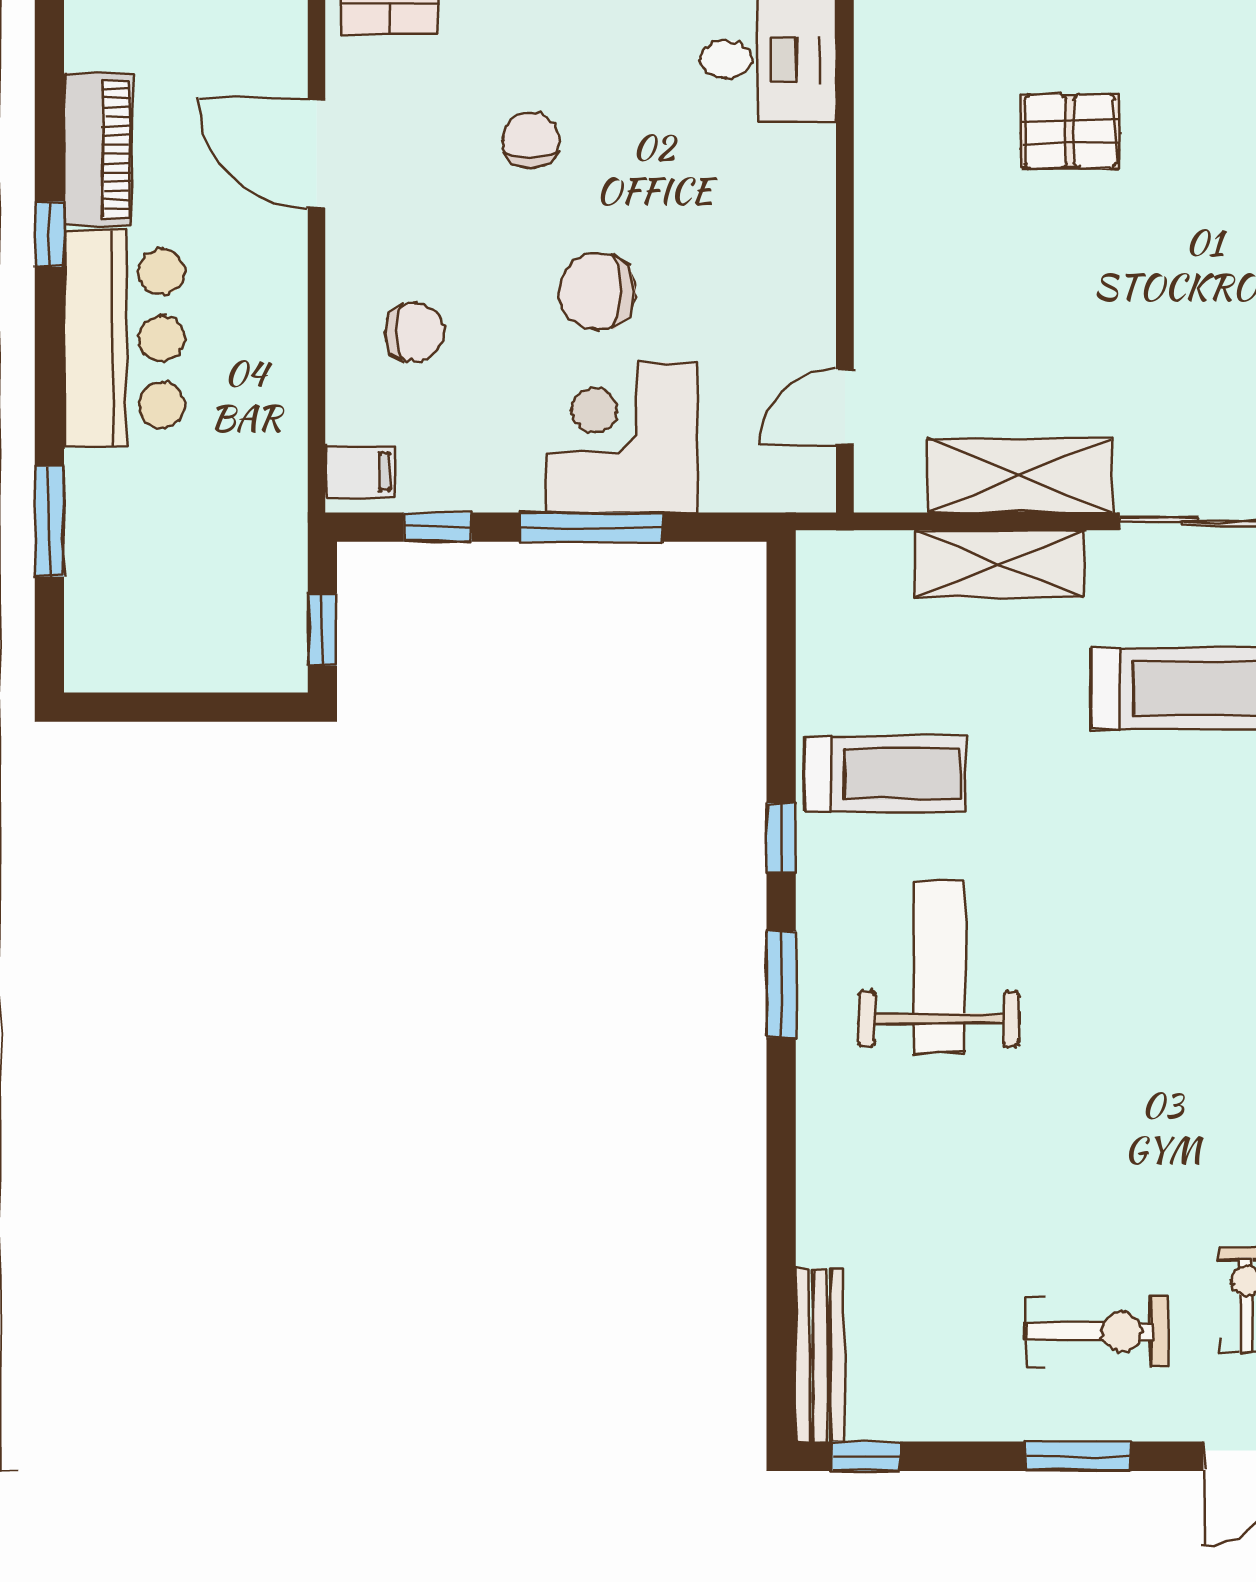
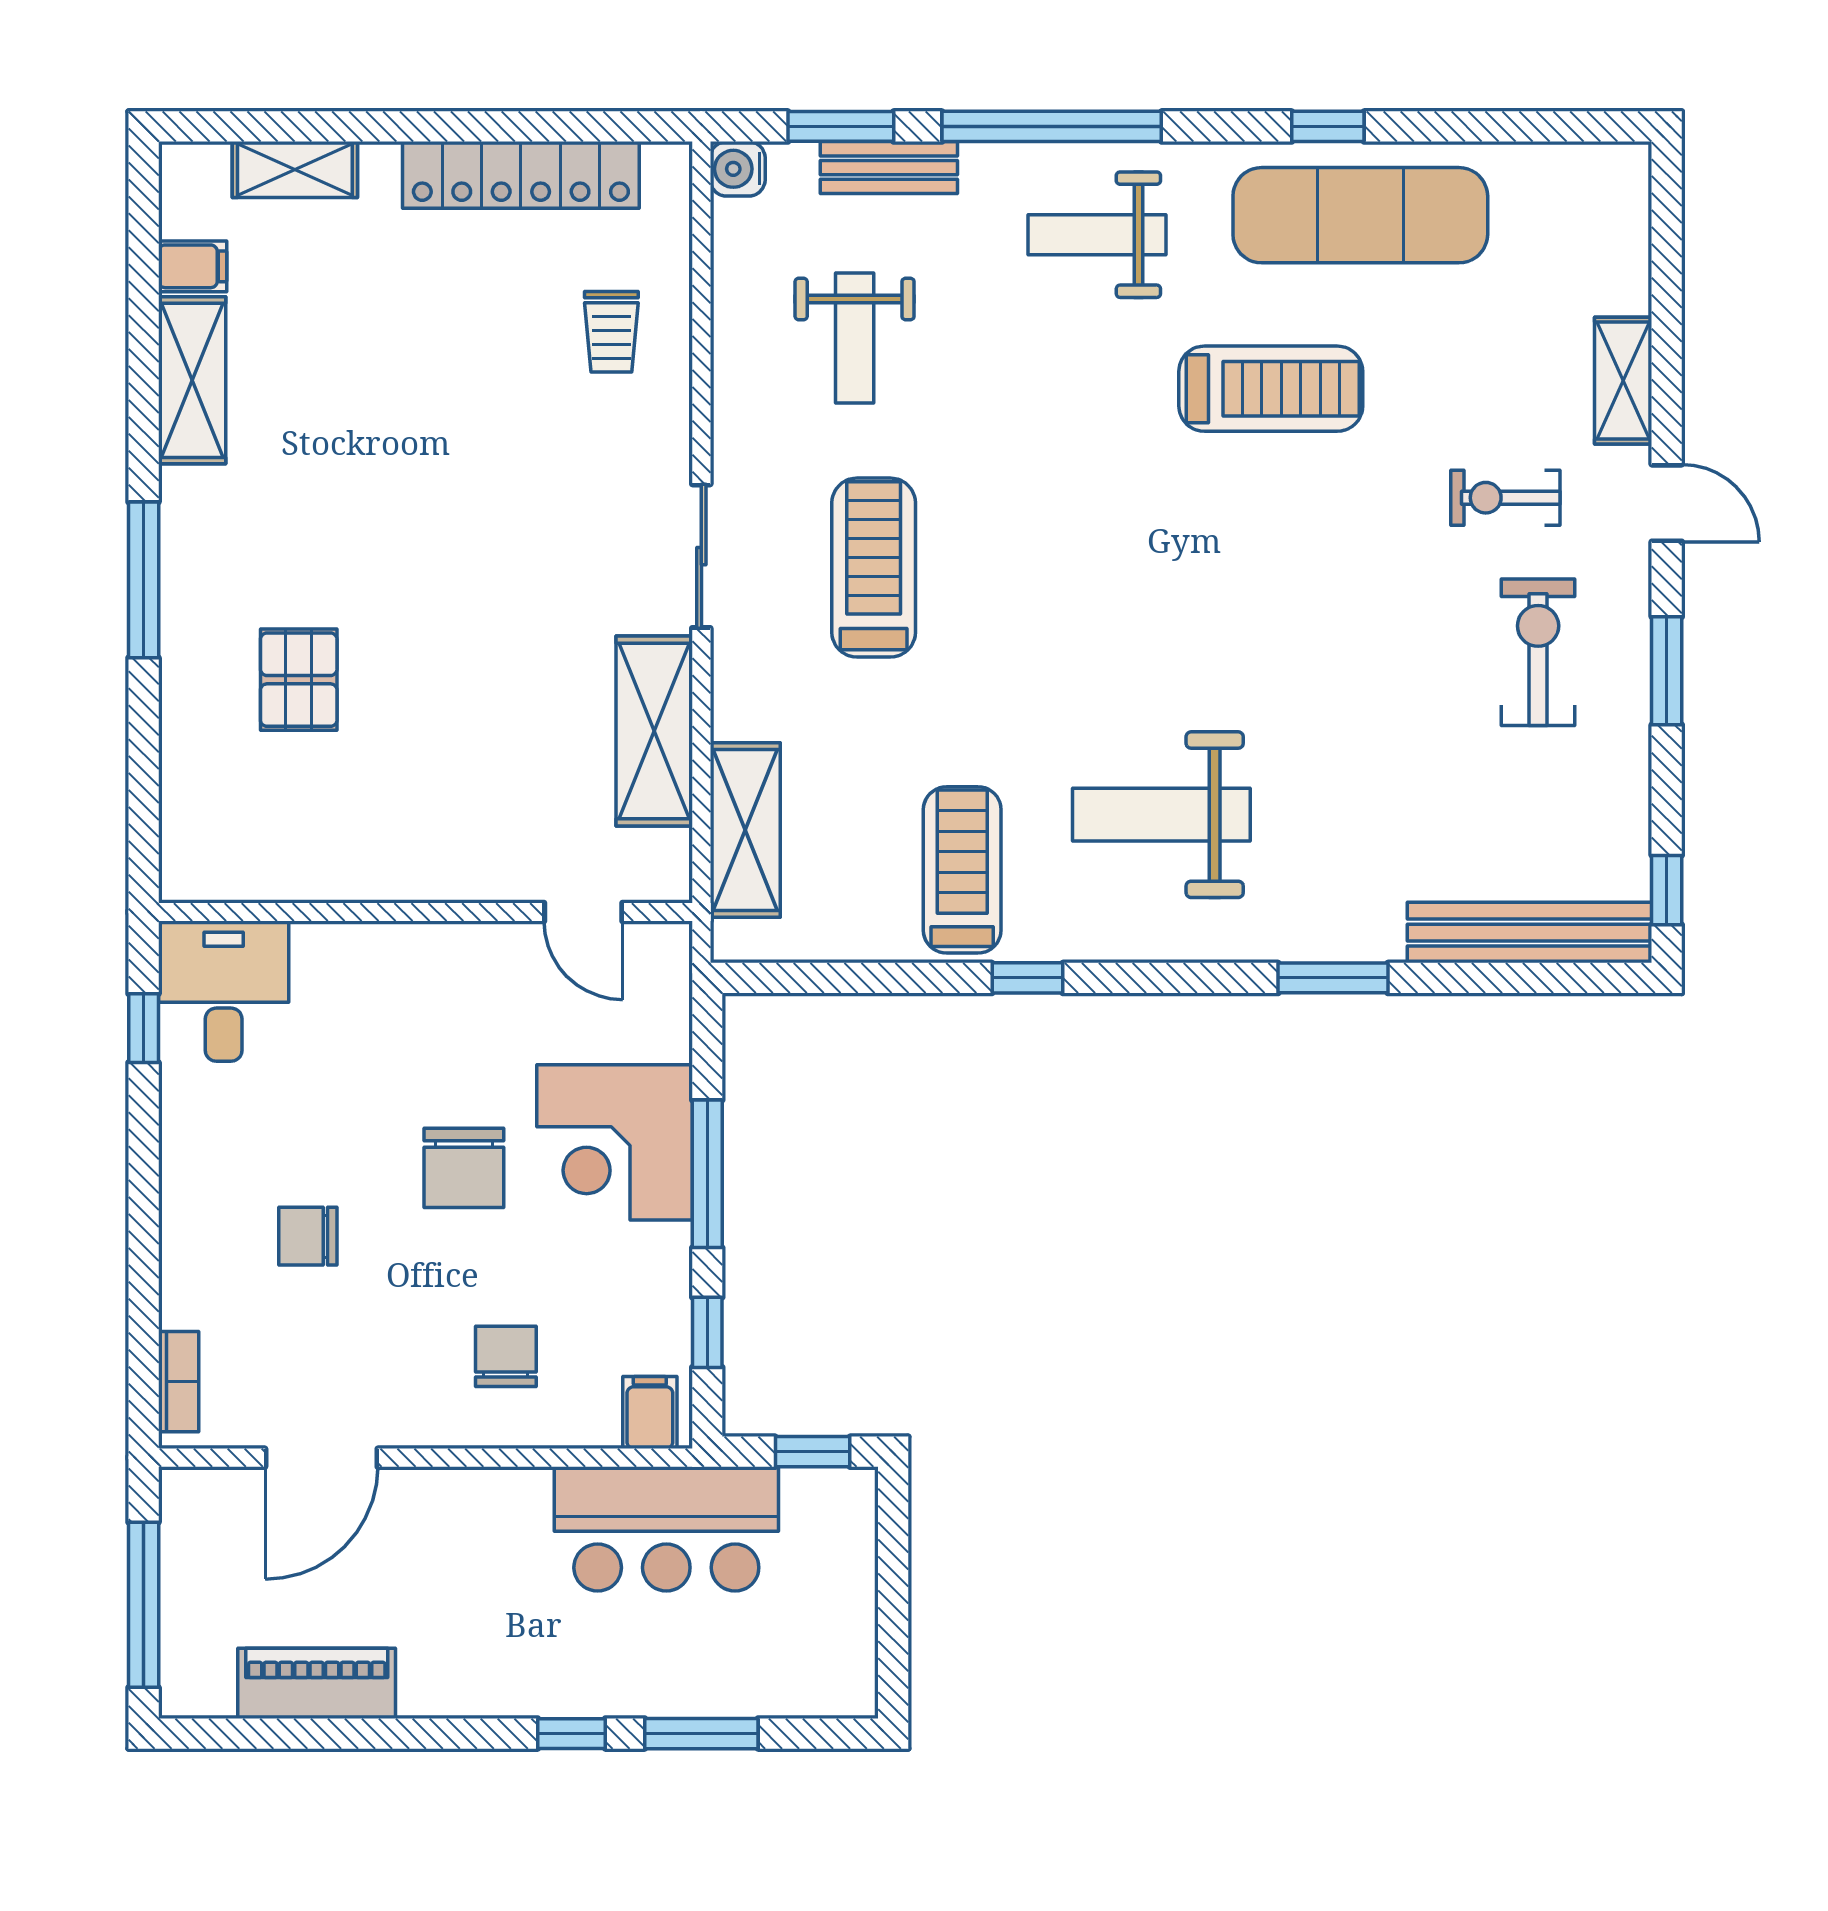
window: (49, 234) -> (571, 1734), moved
bar counter: (124, 338) -> (666, 1529), moved, turned 180
shelving: (1000, 564) -> (745, 830), moved
window: (781, 984) -> (1333, 978), moved
bench: (820, 1355) -> (1530, 933), width x1.37, depth x1.21

